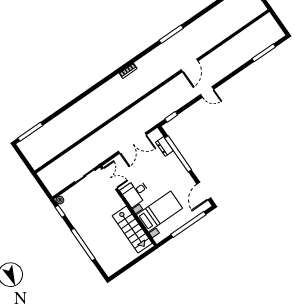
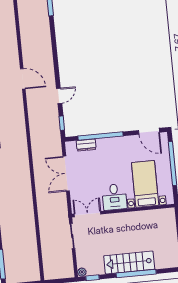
door: (207, 92) -> (59, 96), moved
double door: (132, 143) -> (66, 174), swing flipped
stairs: (132, 229) -> (129, 263), moved, turned 180

